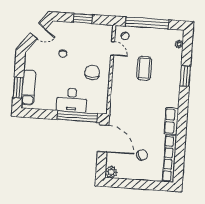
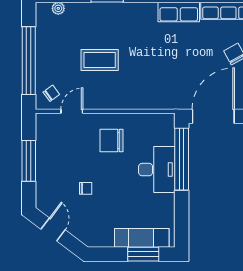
window: (83, 19) -> (29, 161), width x1.44

